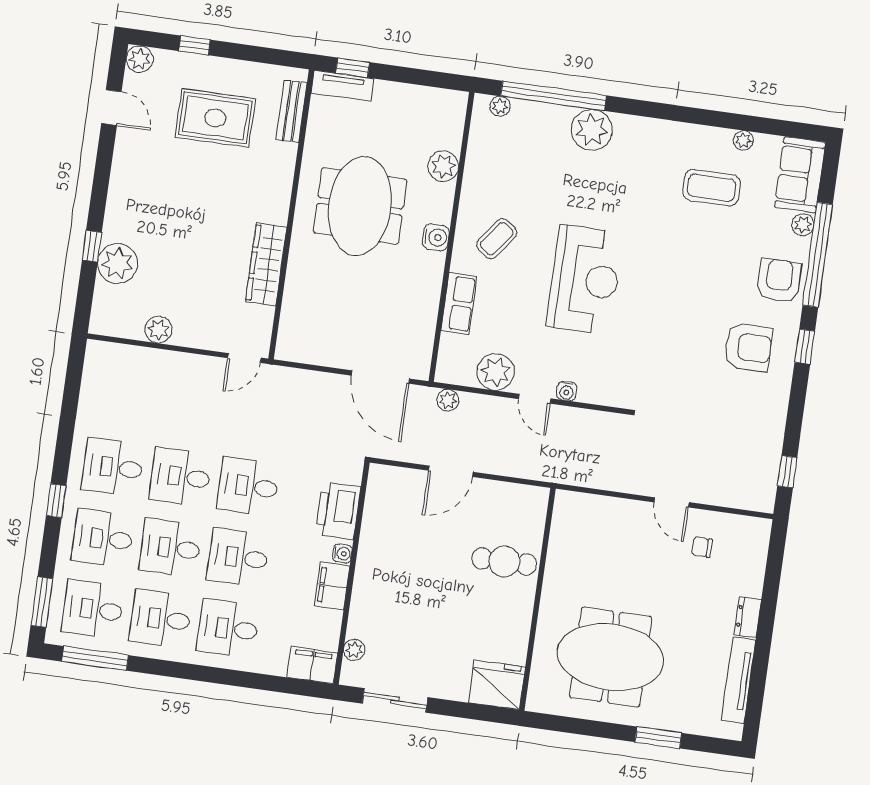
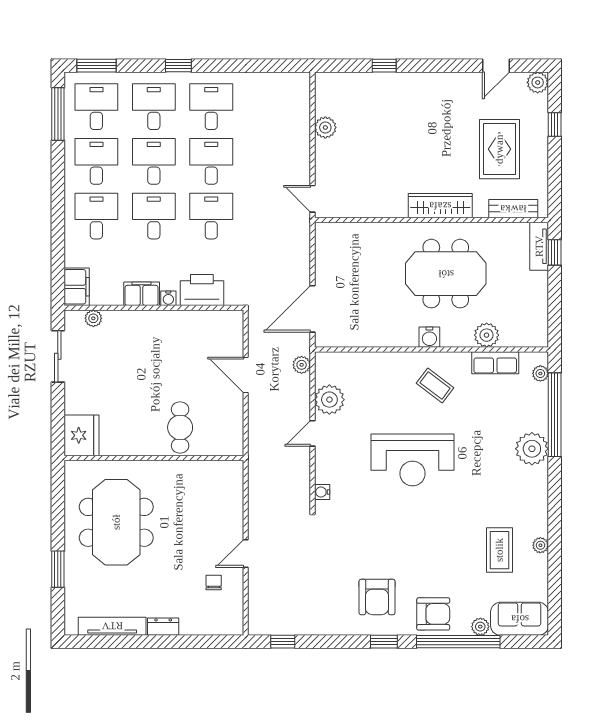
plant: (743, 140) -> (540, 545), moved
plant: (118, 263) -> (373, 88), removed
wardrobe: (266, 264) -> (440, 206), moved
row of seats: (459, 304) -> (495, 363), moved
water cooler: (567, 391) -> (322, 492), moved

